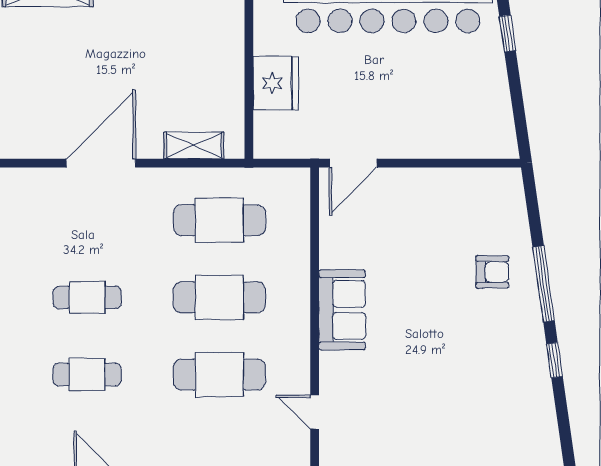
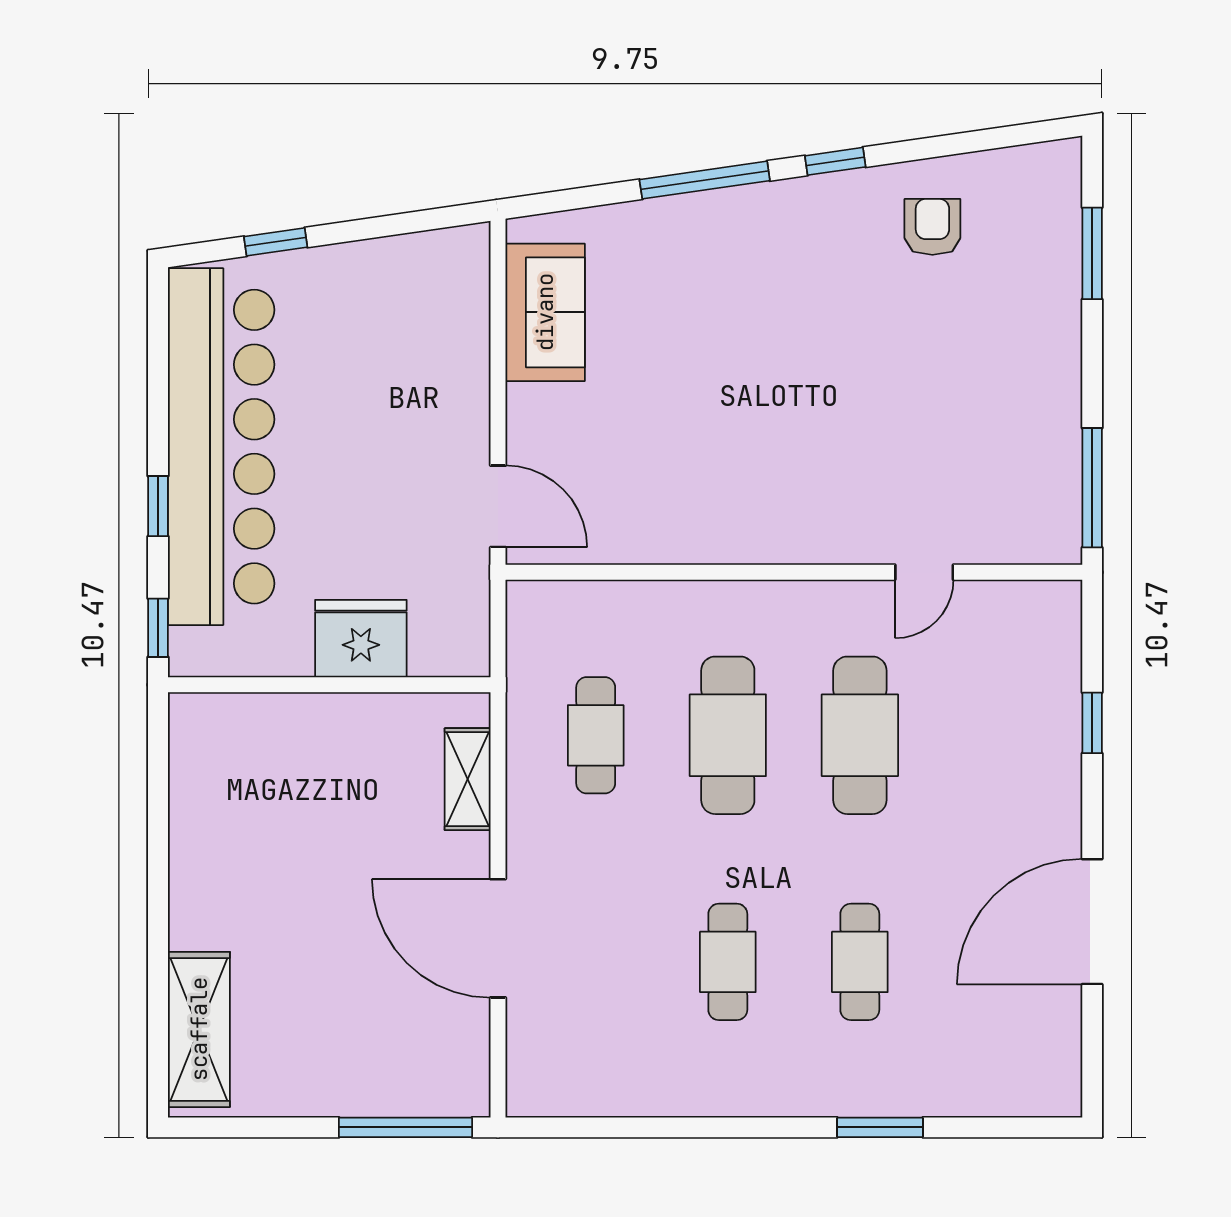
cafe table: (219, 220) -> (596, 735), width x0.73, depth x0.74
armchair: (492, 272) -> (932, 227), moved
sofa: (342, 310) -> (545, 312), moved, turned 90

